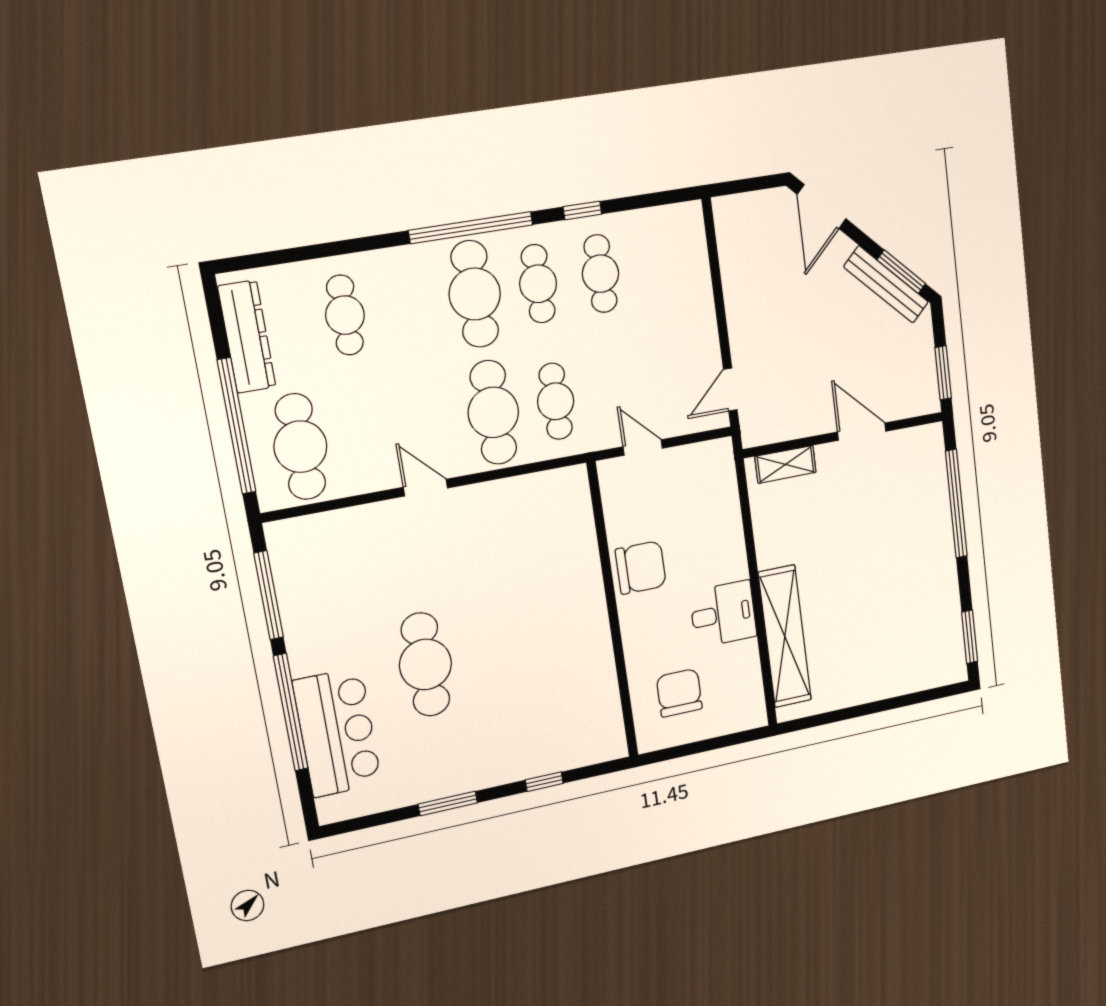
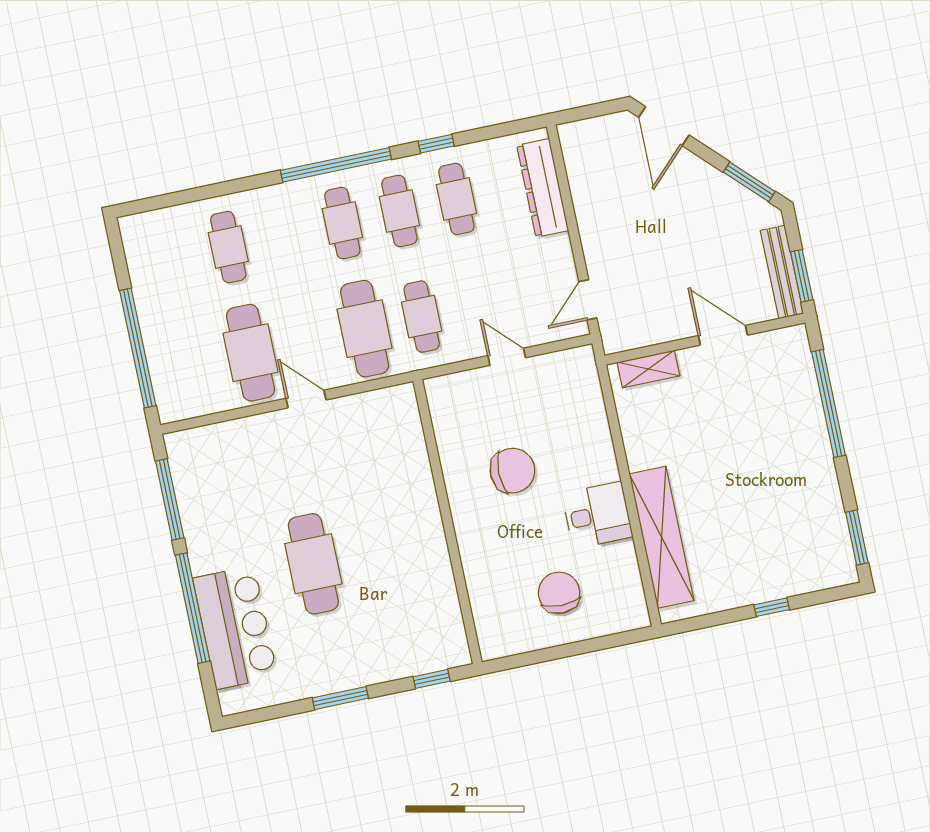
bench: (886, 284) -> (782, 272), moved, turned 45
cafe table: (475, 294) -> (342, 223), width x0.73, depth x0.74
dresser: (247, 337) -> (543, 188), moved, turned 180
cafe table: (300, 447) -> (250, 353), moved
wall: (613, 612) -> (448, 522), moved
window: (884, 705) -> (772, 607), added

